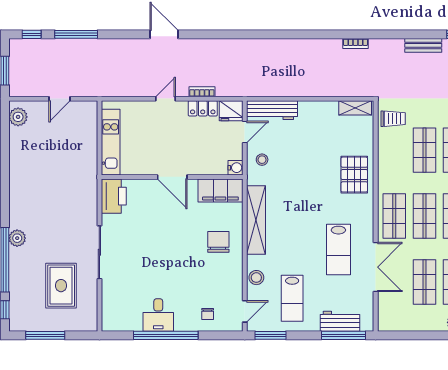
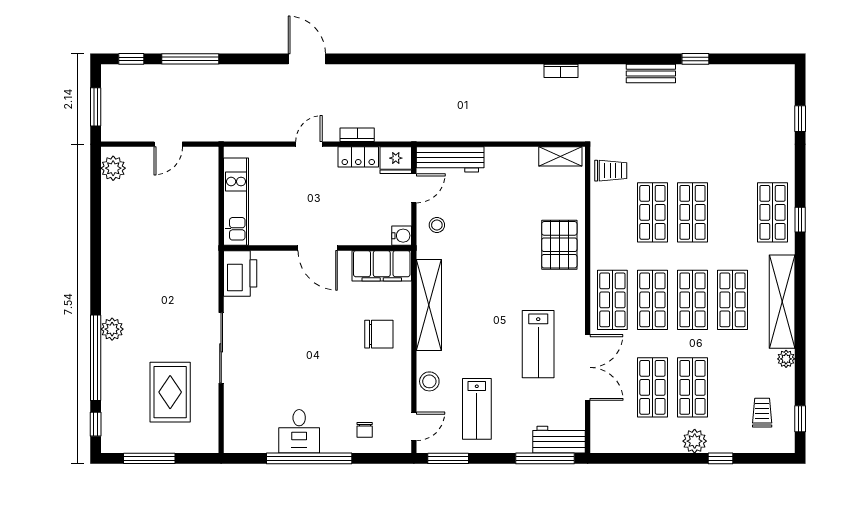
chair: (218, 242) -> (379, 334), turned 90
workbench: (340, 321) -> (559, 440), moved

